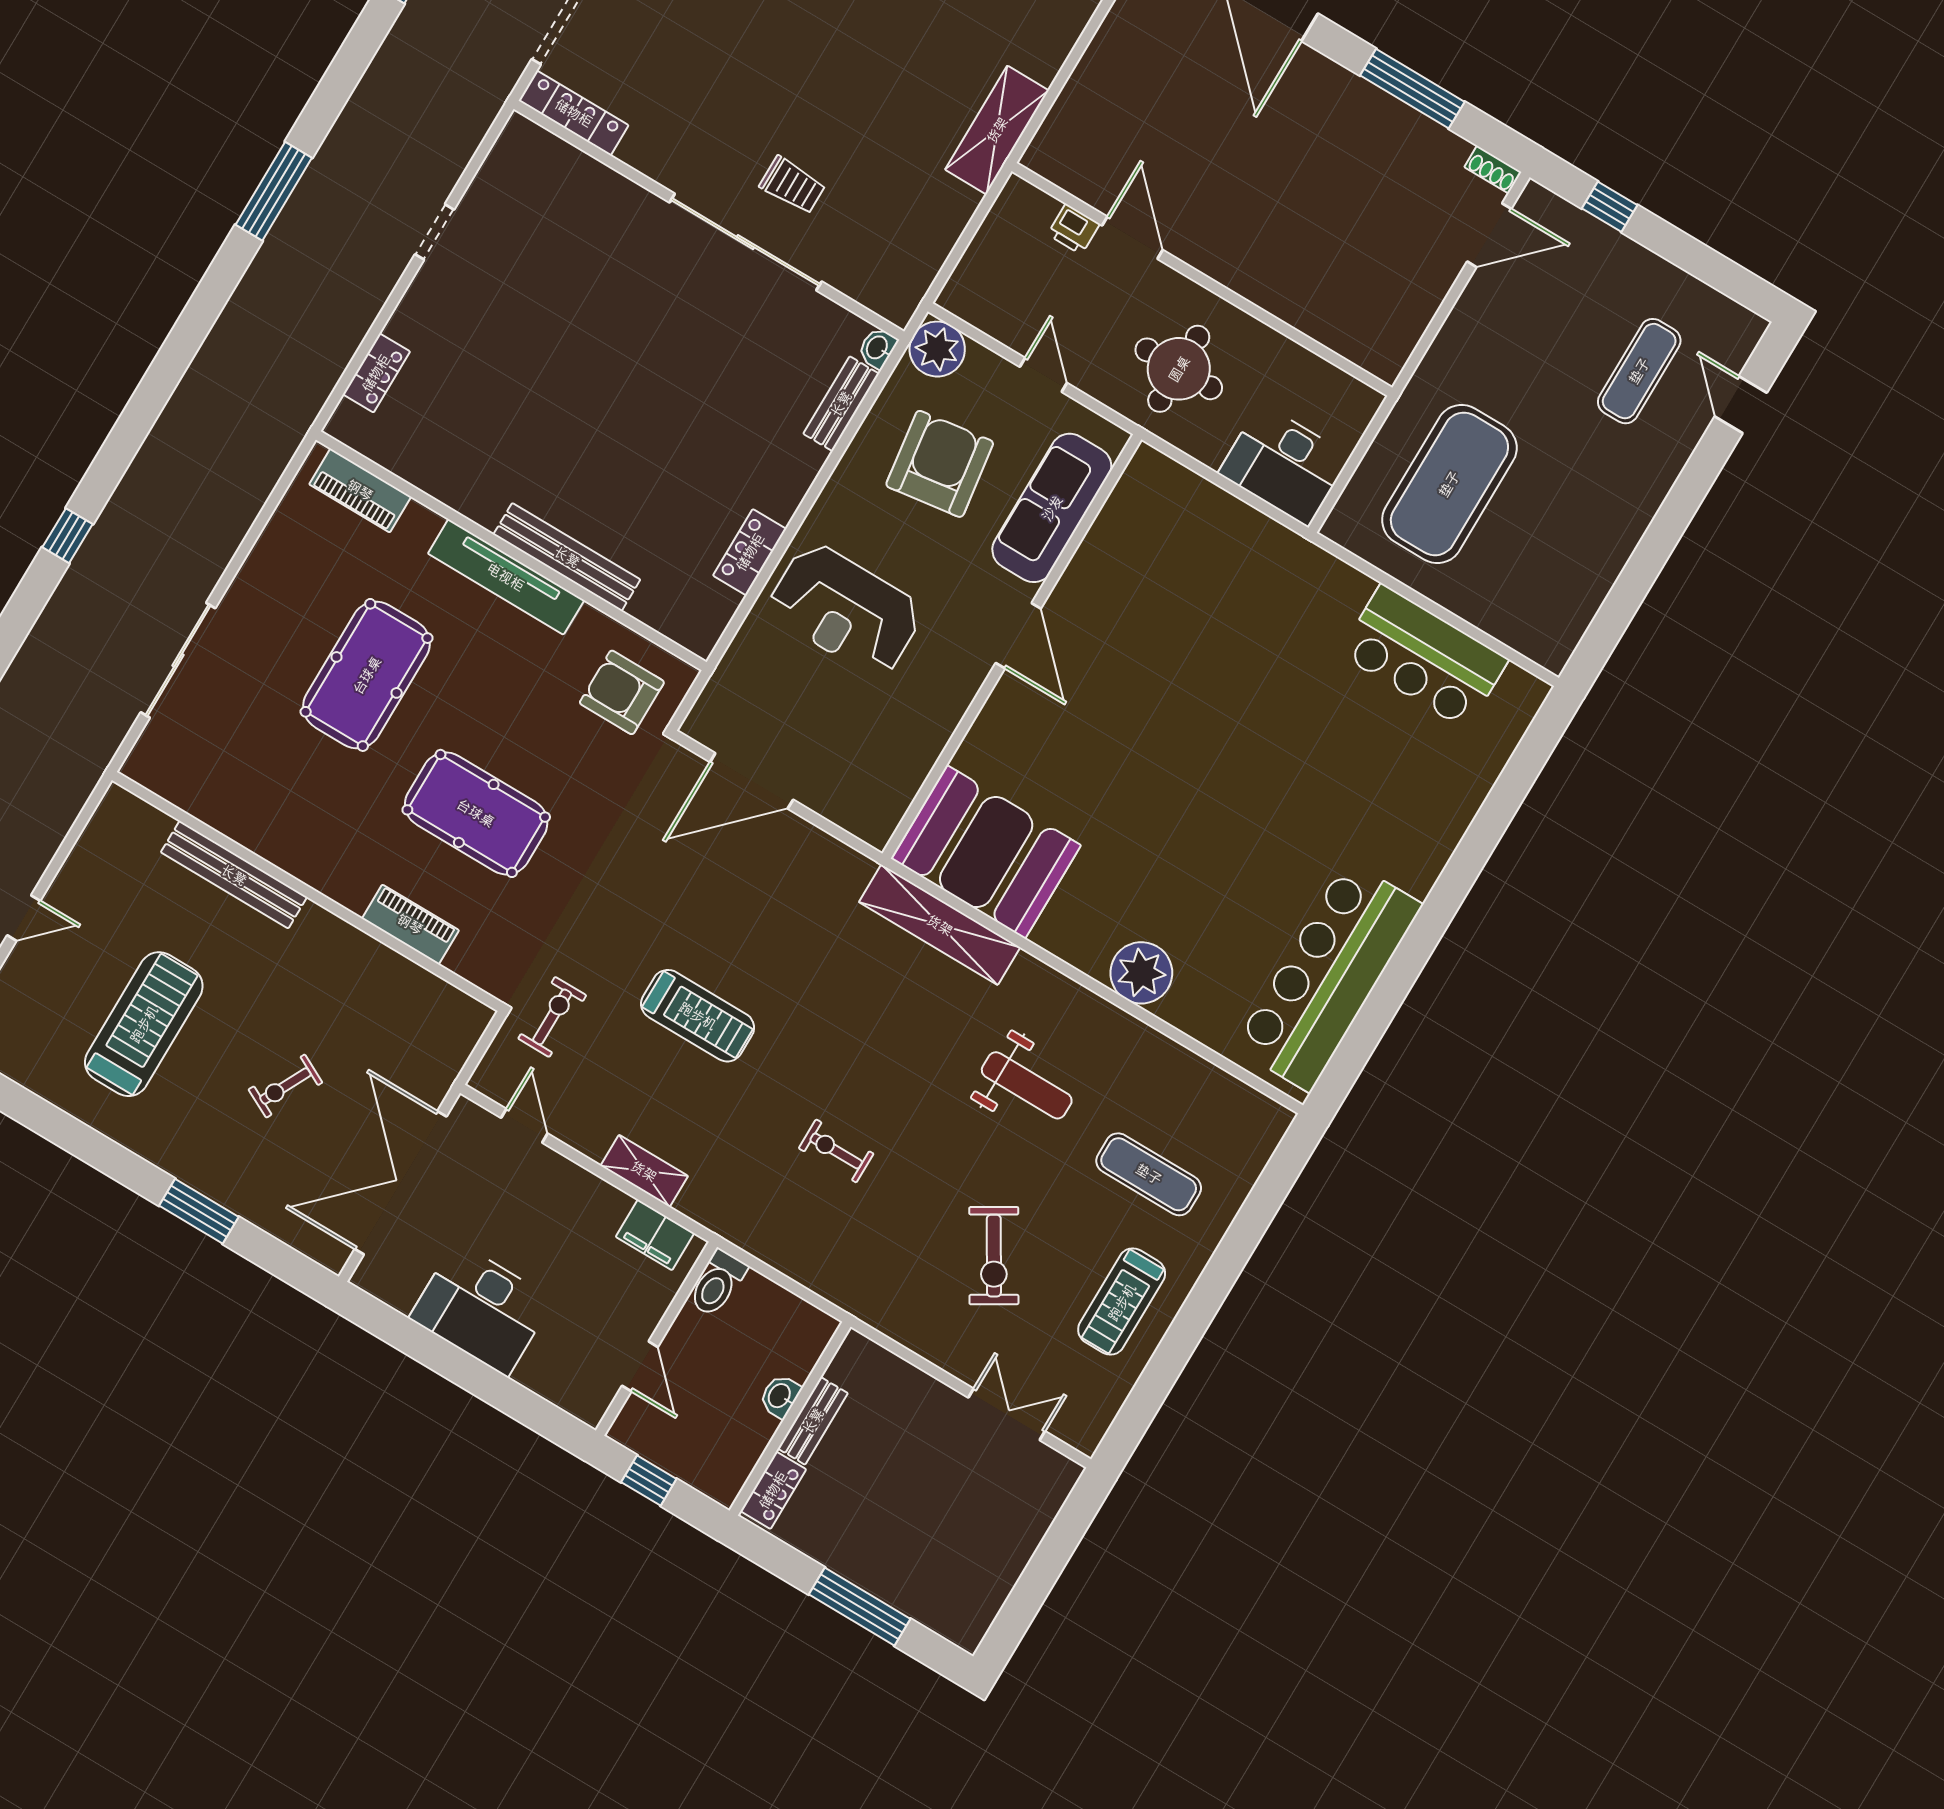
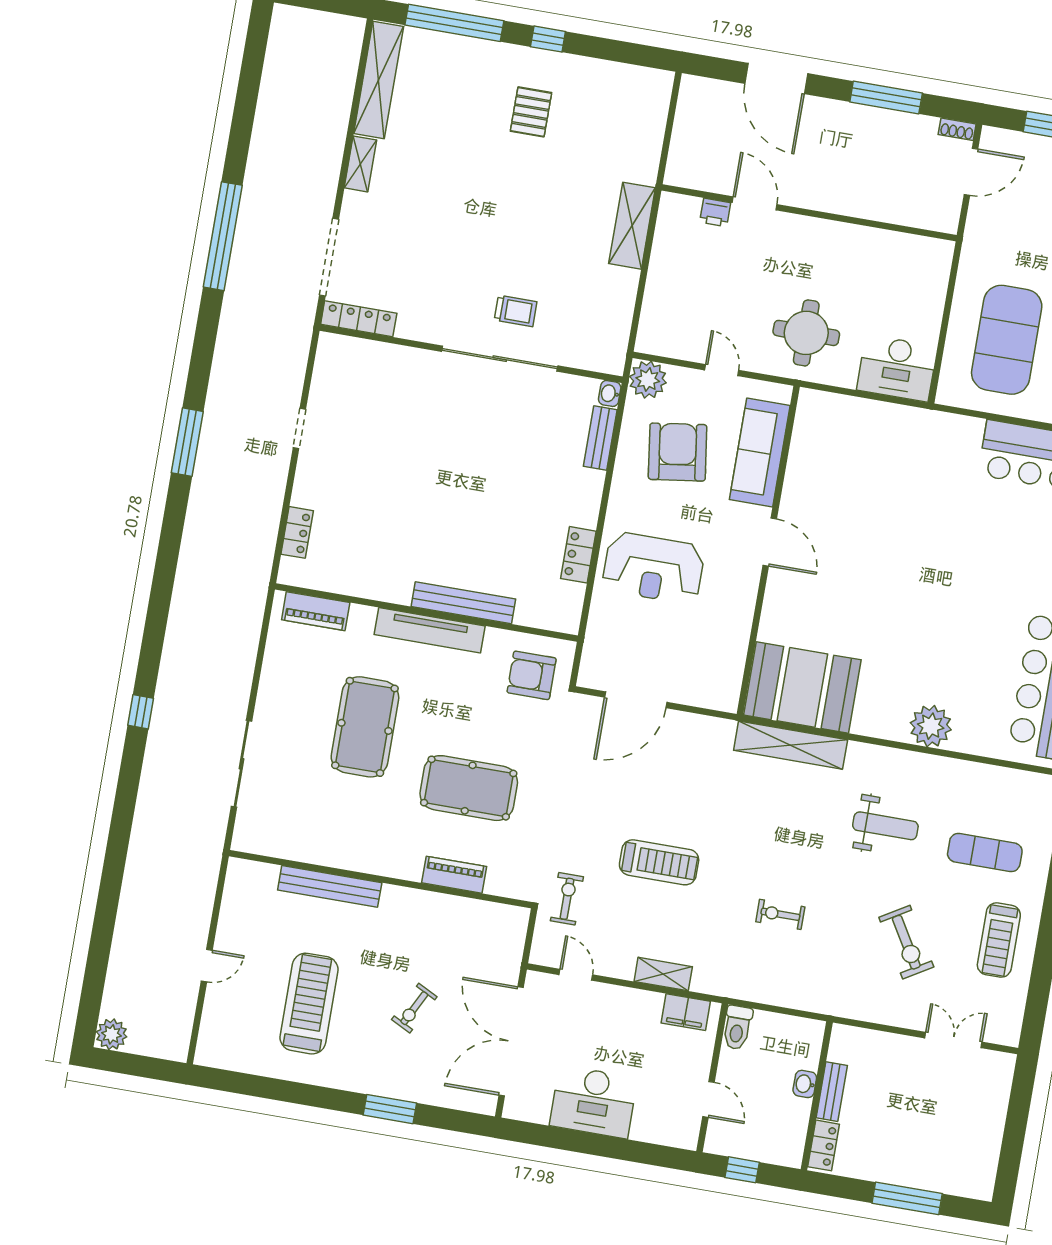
printer: (1074, 229) -> (715, 212), moved
door: (1132, 238) -> (755, 203), moved
wall: (1202, 279) -> (809, 213), moved

